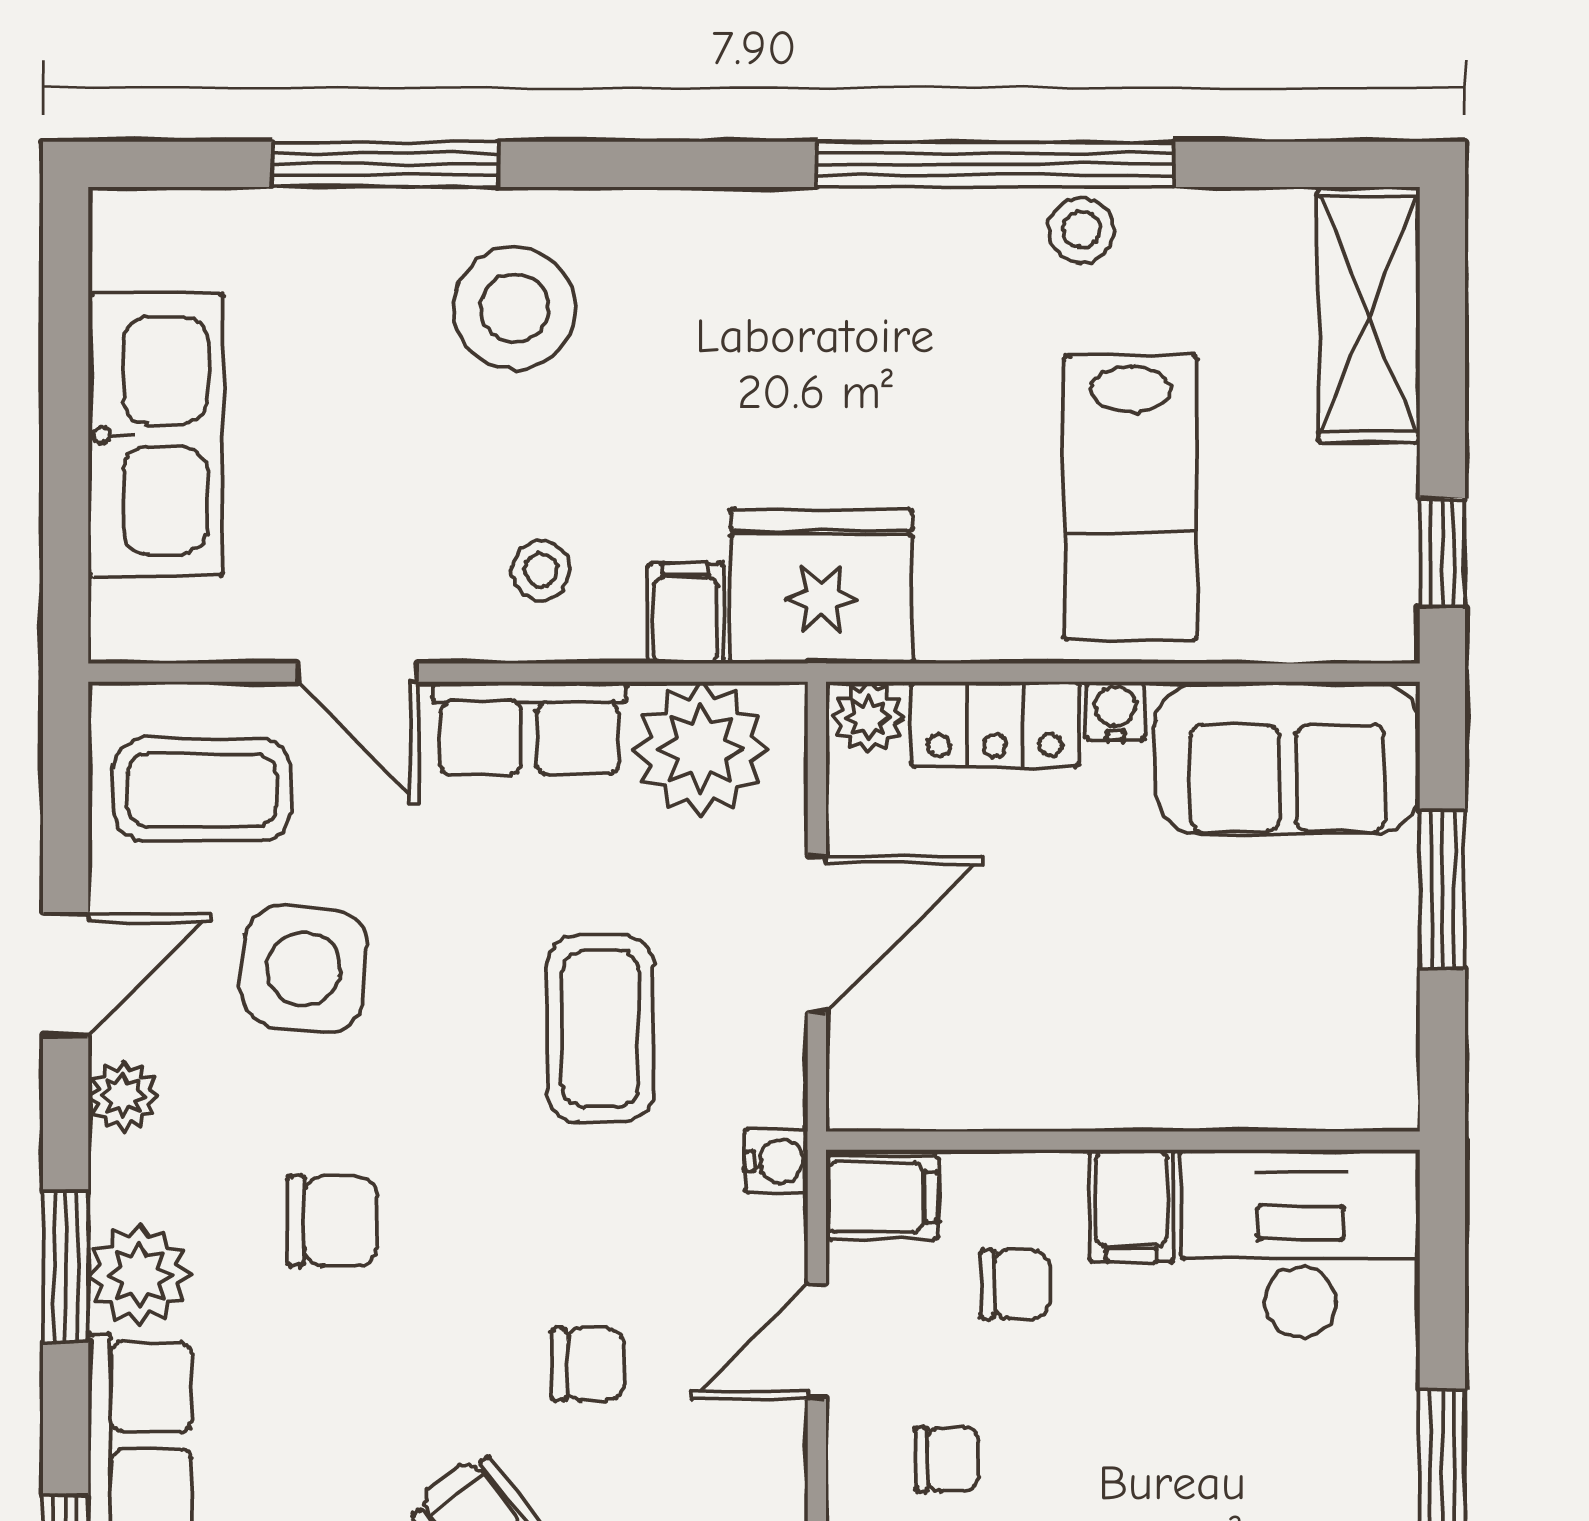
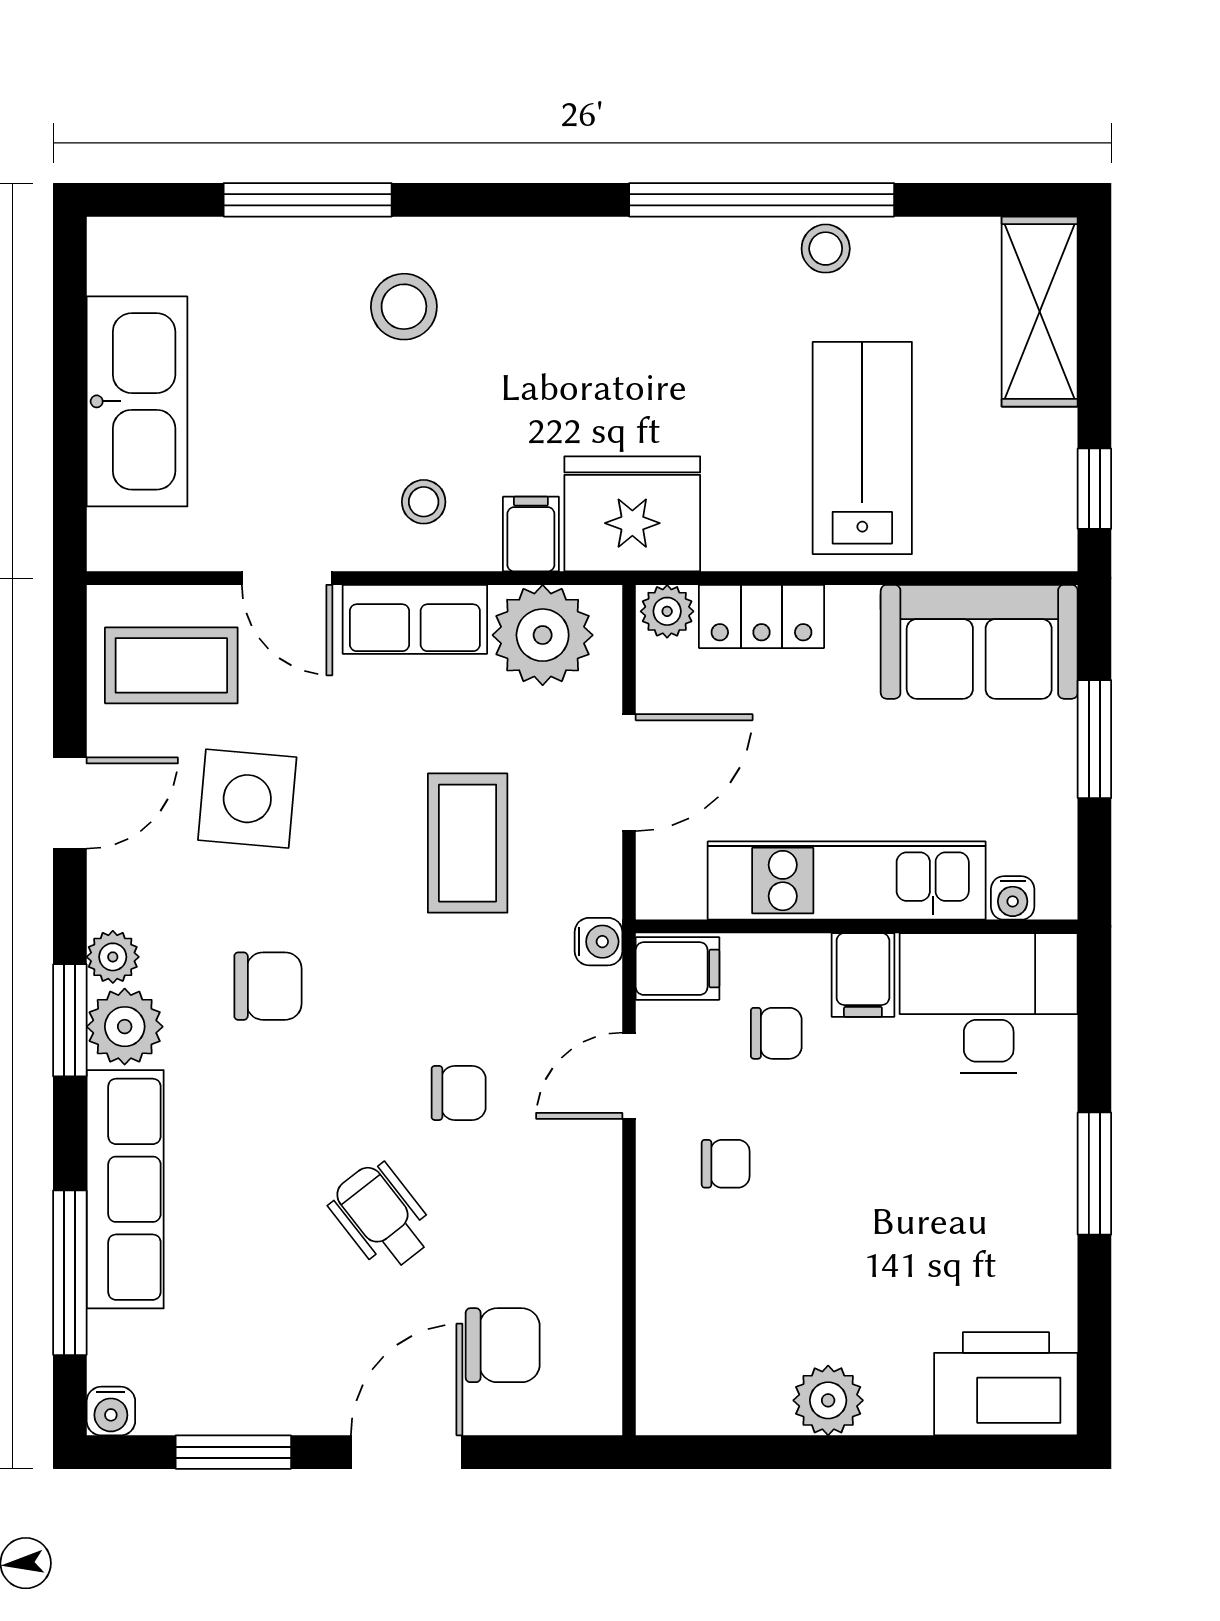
stool: (515, 308) -> (404, 307), width x0.73, depth x0.73
lab bench: (1130, 498) -> (862, 448), turned 180
water cooler: (1115, 711) -> (1013, 898), moved, turned 180
kitchen unit: (1109, 1079) -> (847, 881), added
plant: (123, 1096) -> (113, 957), moved

